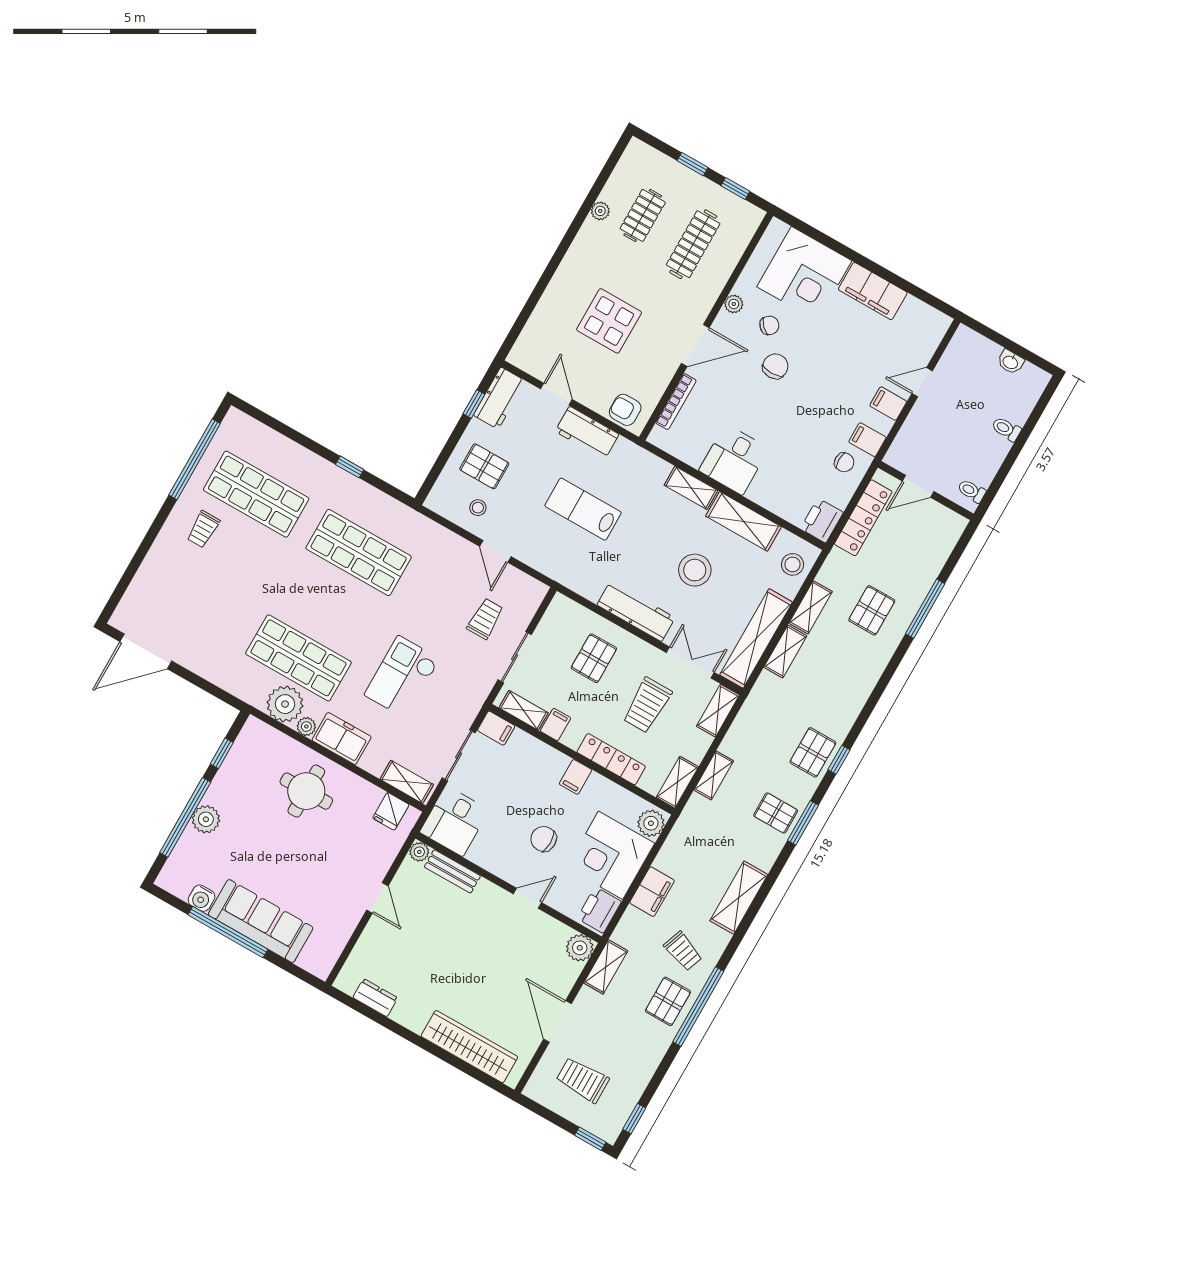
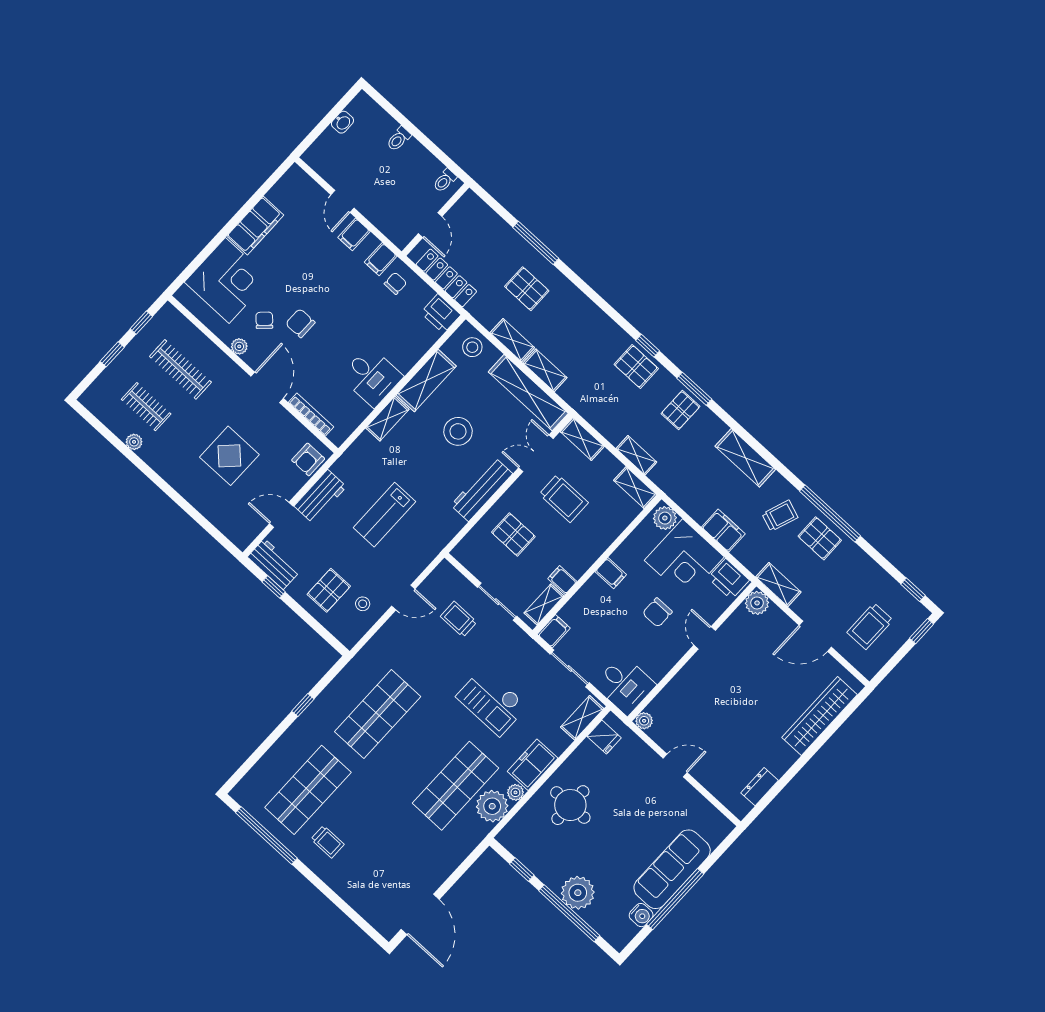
locker: (611, 759) -> (603, 539), removed
plant: (206, 819) -> (578, 893), width x1.36, depth x1.36
bench: (452, 871) -> (667, 696), removed

